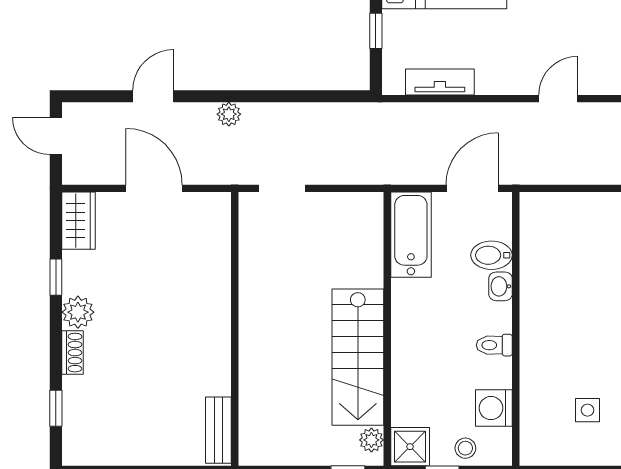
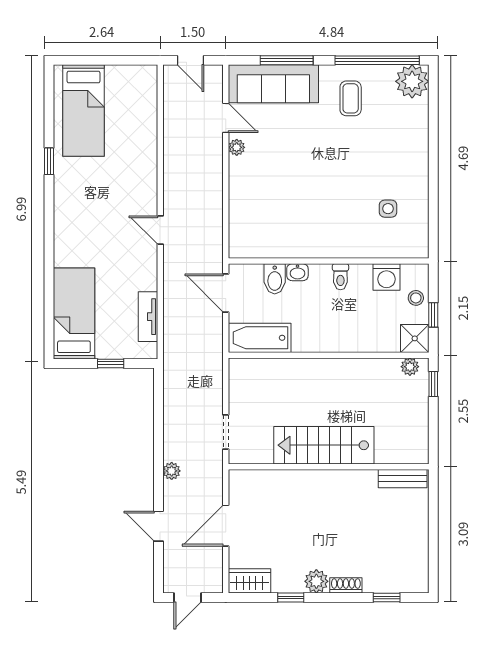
stairs: (358, 357) -> (324, 445), moved, turned 180

